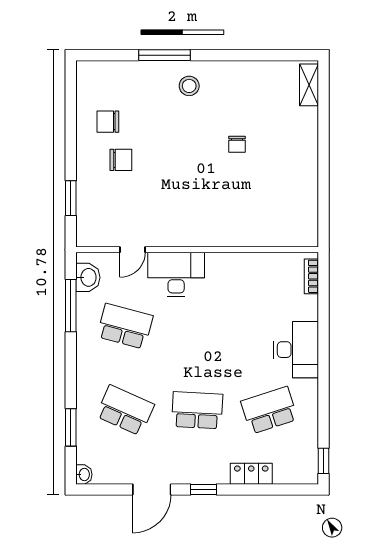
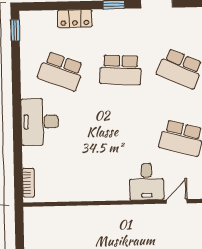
desk: (176, 274) -> (147, 182), width x0.73
school desk: (269, 410) -> (61, 71), turned 39

